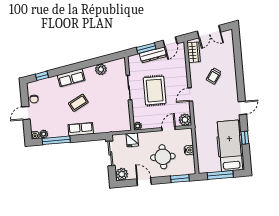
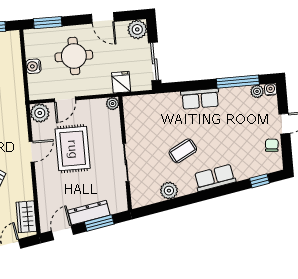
rug: (155, 91) -> (73, 149), moved
coffee table: (78, 103) -> (183, 151), moved

